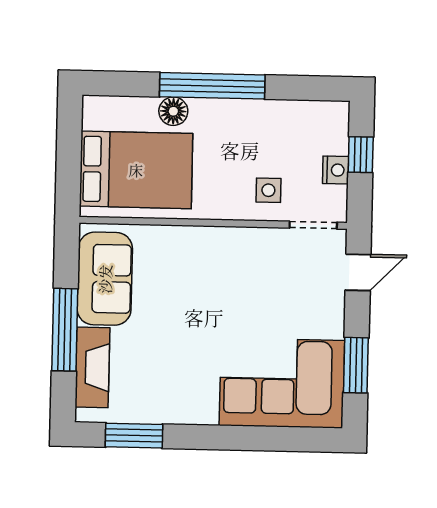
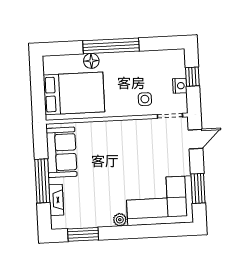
fireplace: (92, 367) -> (56, 200), width x0.73, depth x0.76
plant: (205, 413) -> (120, 220), added

